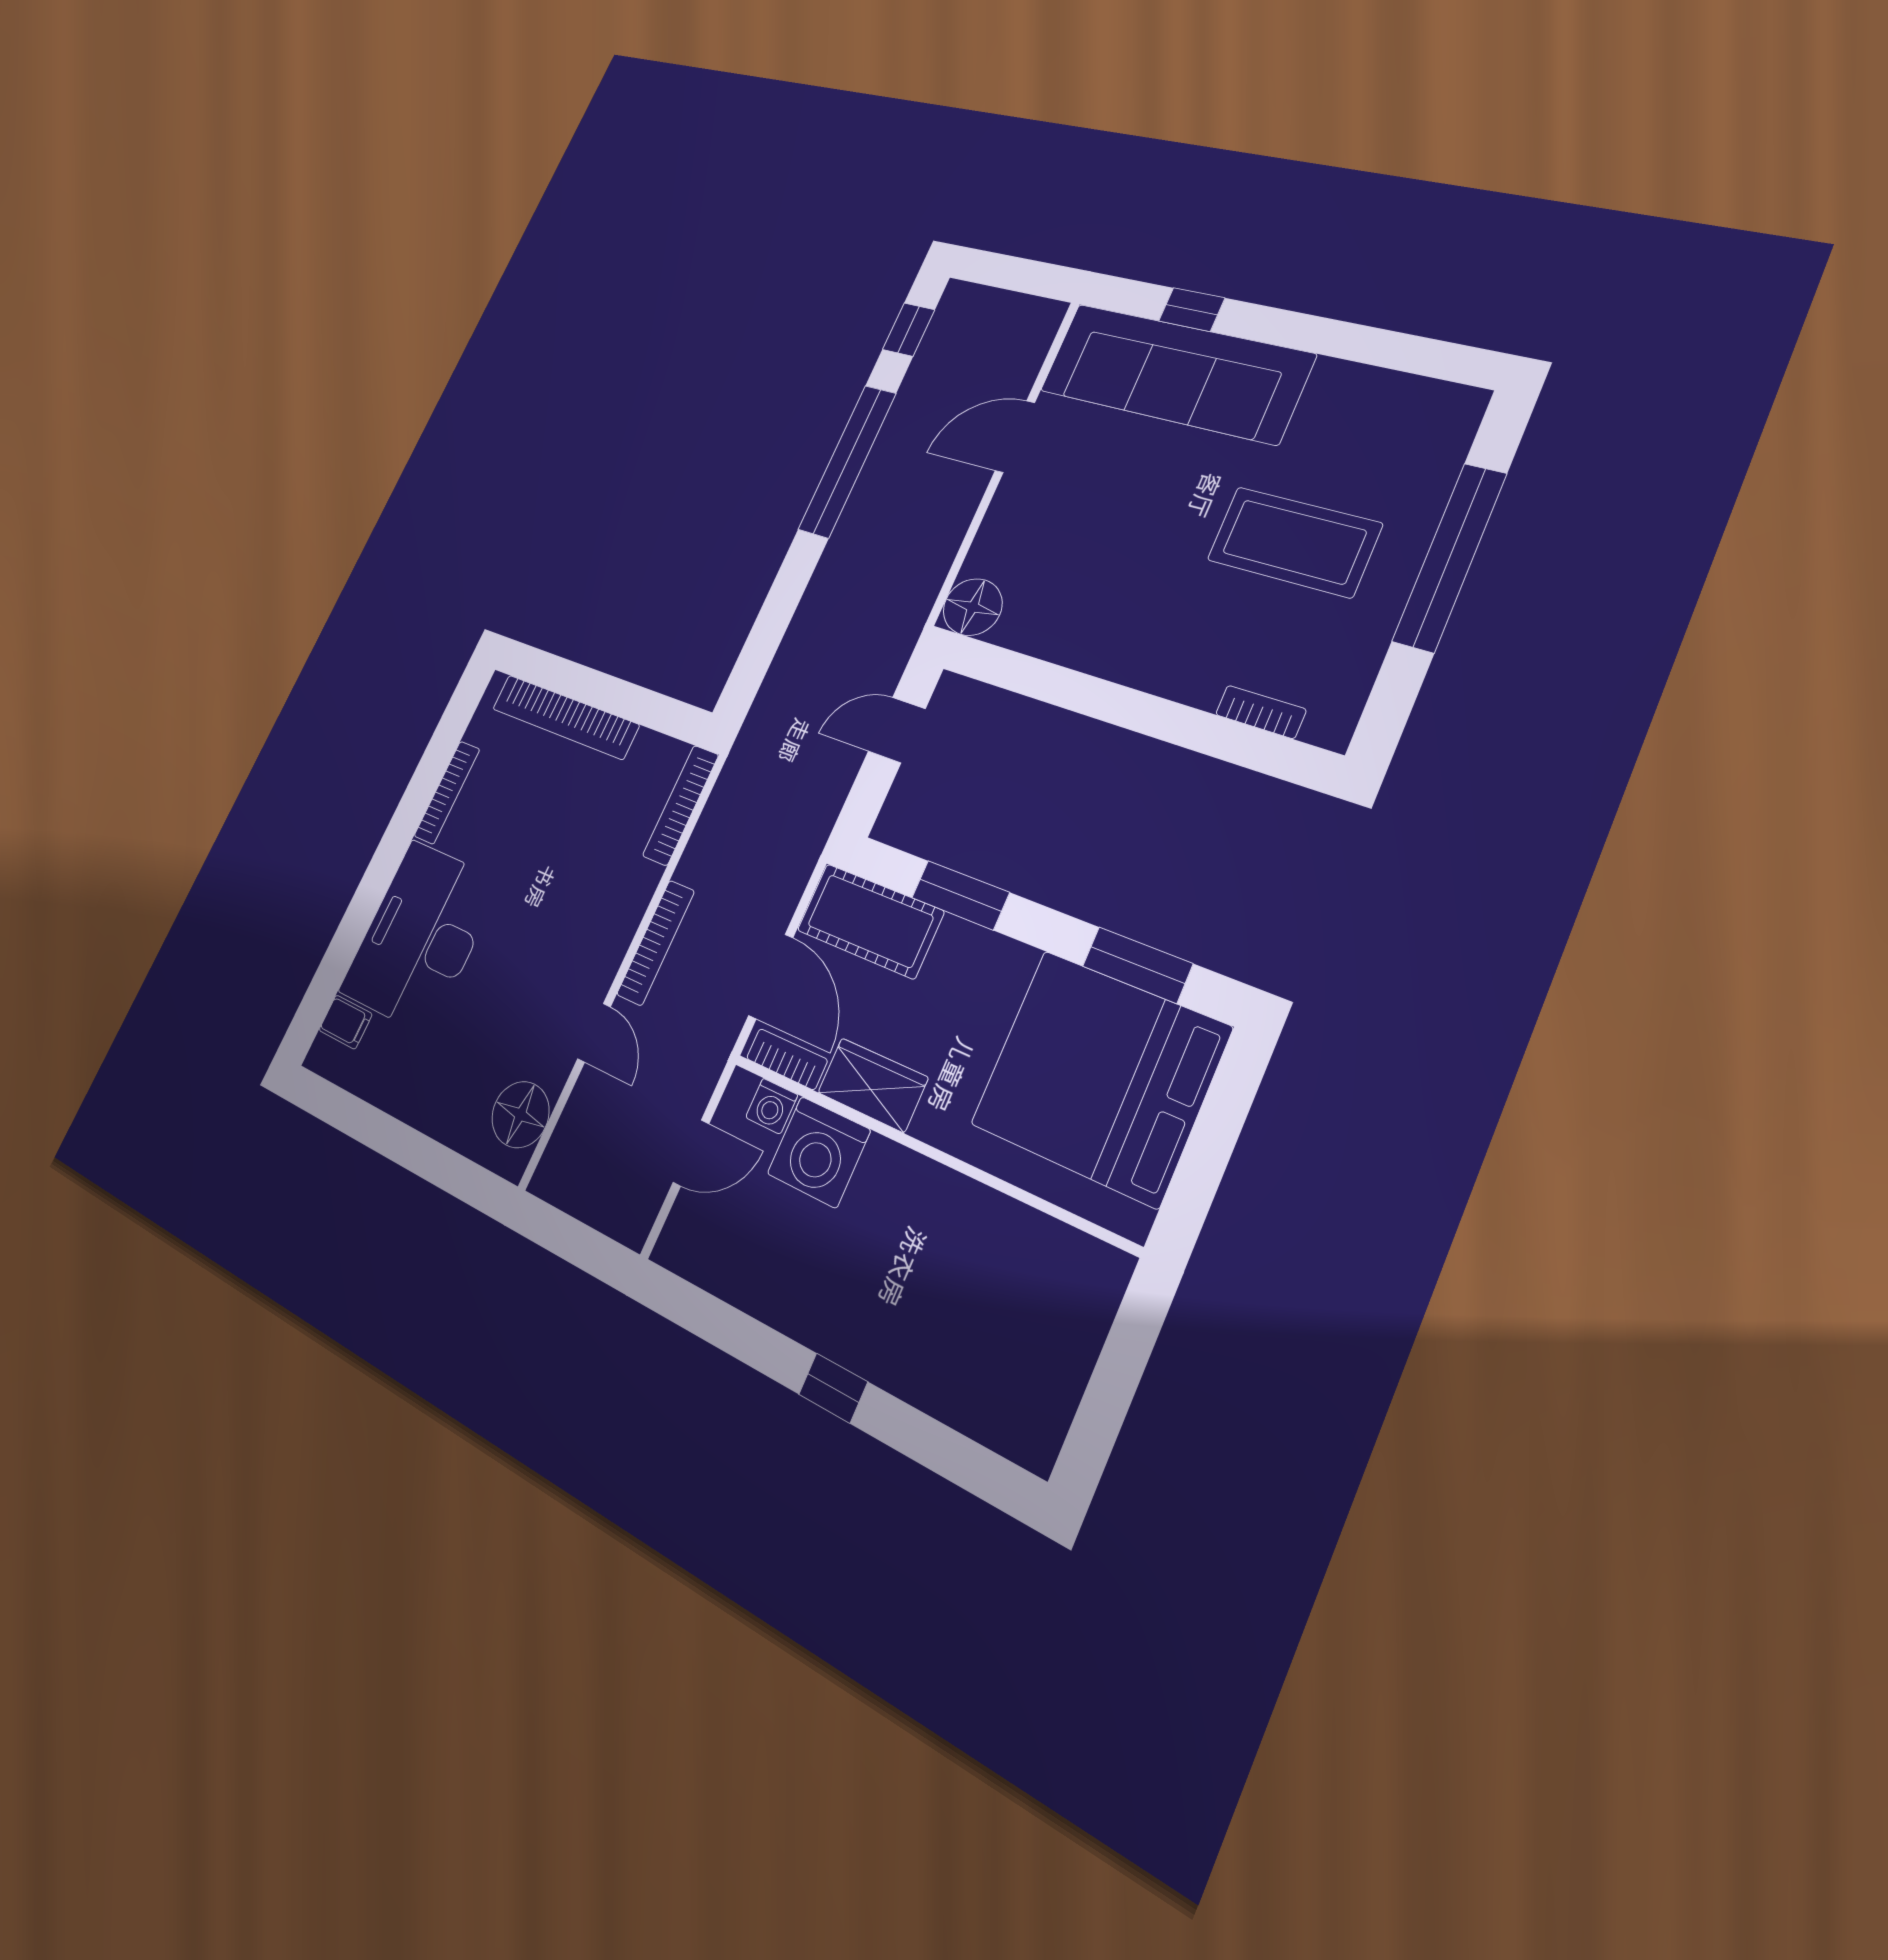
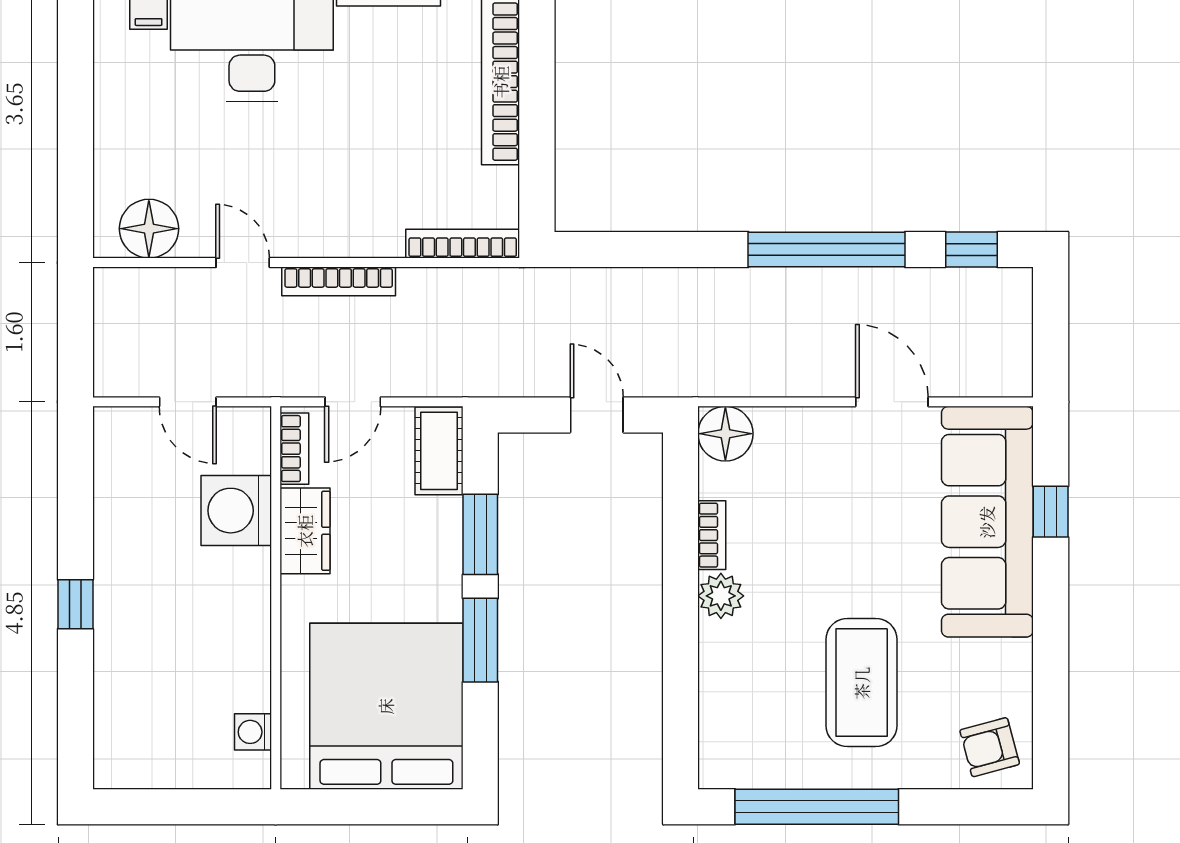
armchair: (1425, 425) -> (990, 747), added
window: (1450, 557) -> (817, 807), moved
plant: (1136, 662) -> (721, 596), added
bookcase: (1261, 712) -> (712, 535), moved
cot: (870, 921) -> (439, 451), width x0.73, depth x0.75
window: (1137, 965) -> (480, 640), moved
door: (771, 977) -> (353, 402), width x0.73
door: (594, 1033) -> (243, 263), swing flipped
washing machine: (772, 1106) -> (253, 732), moved

